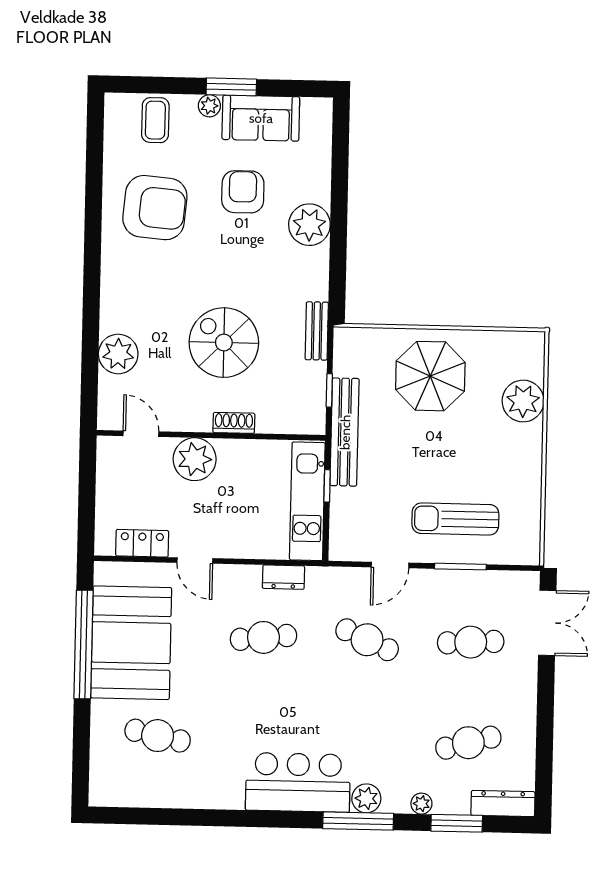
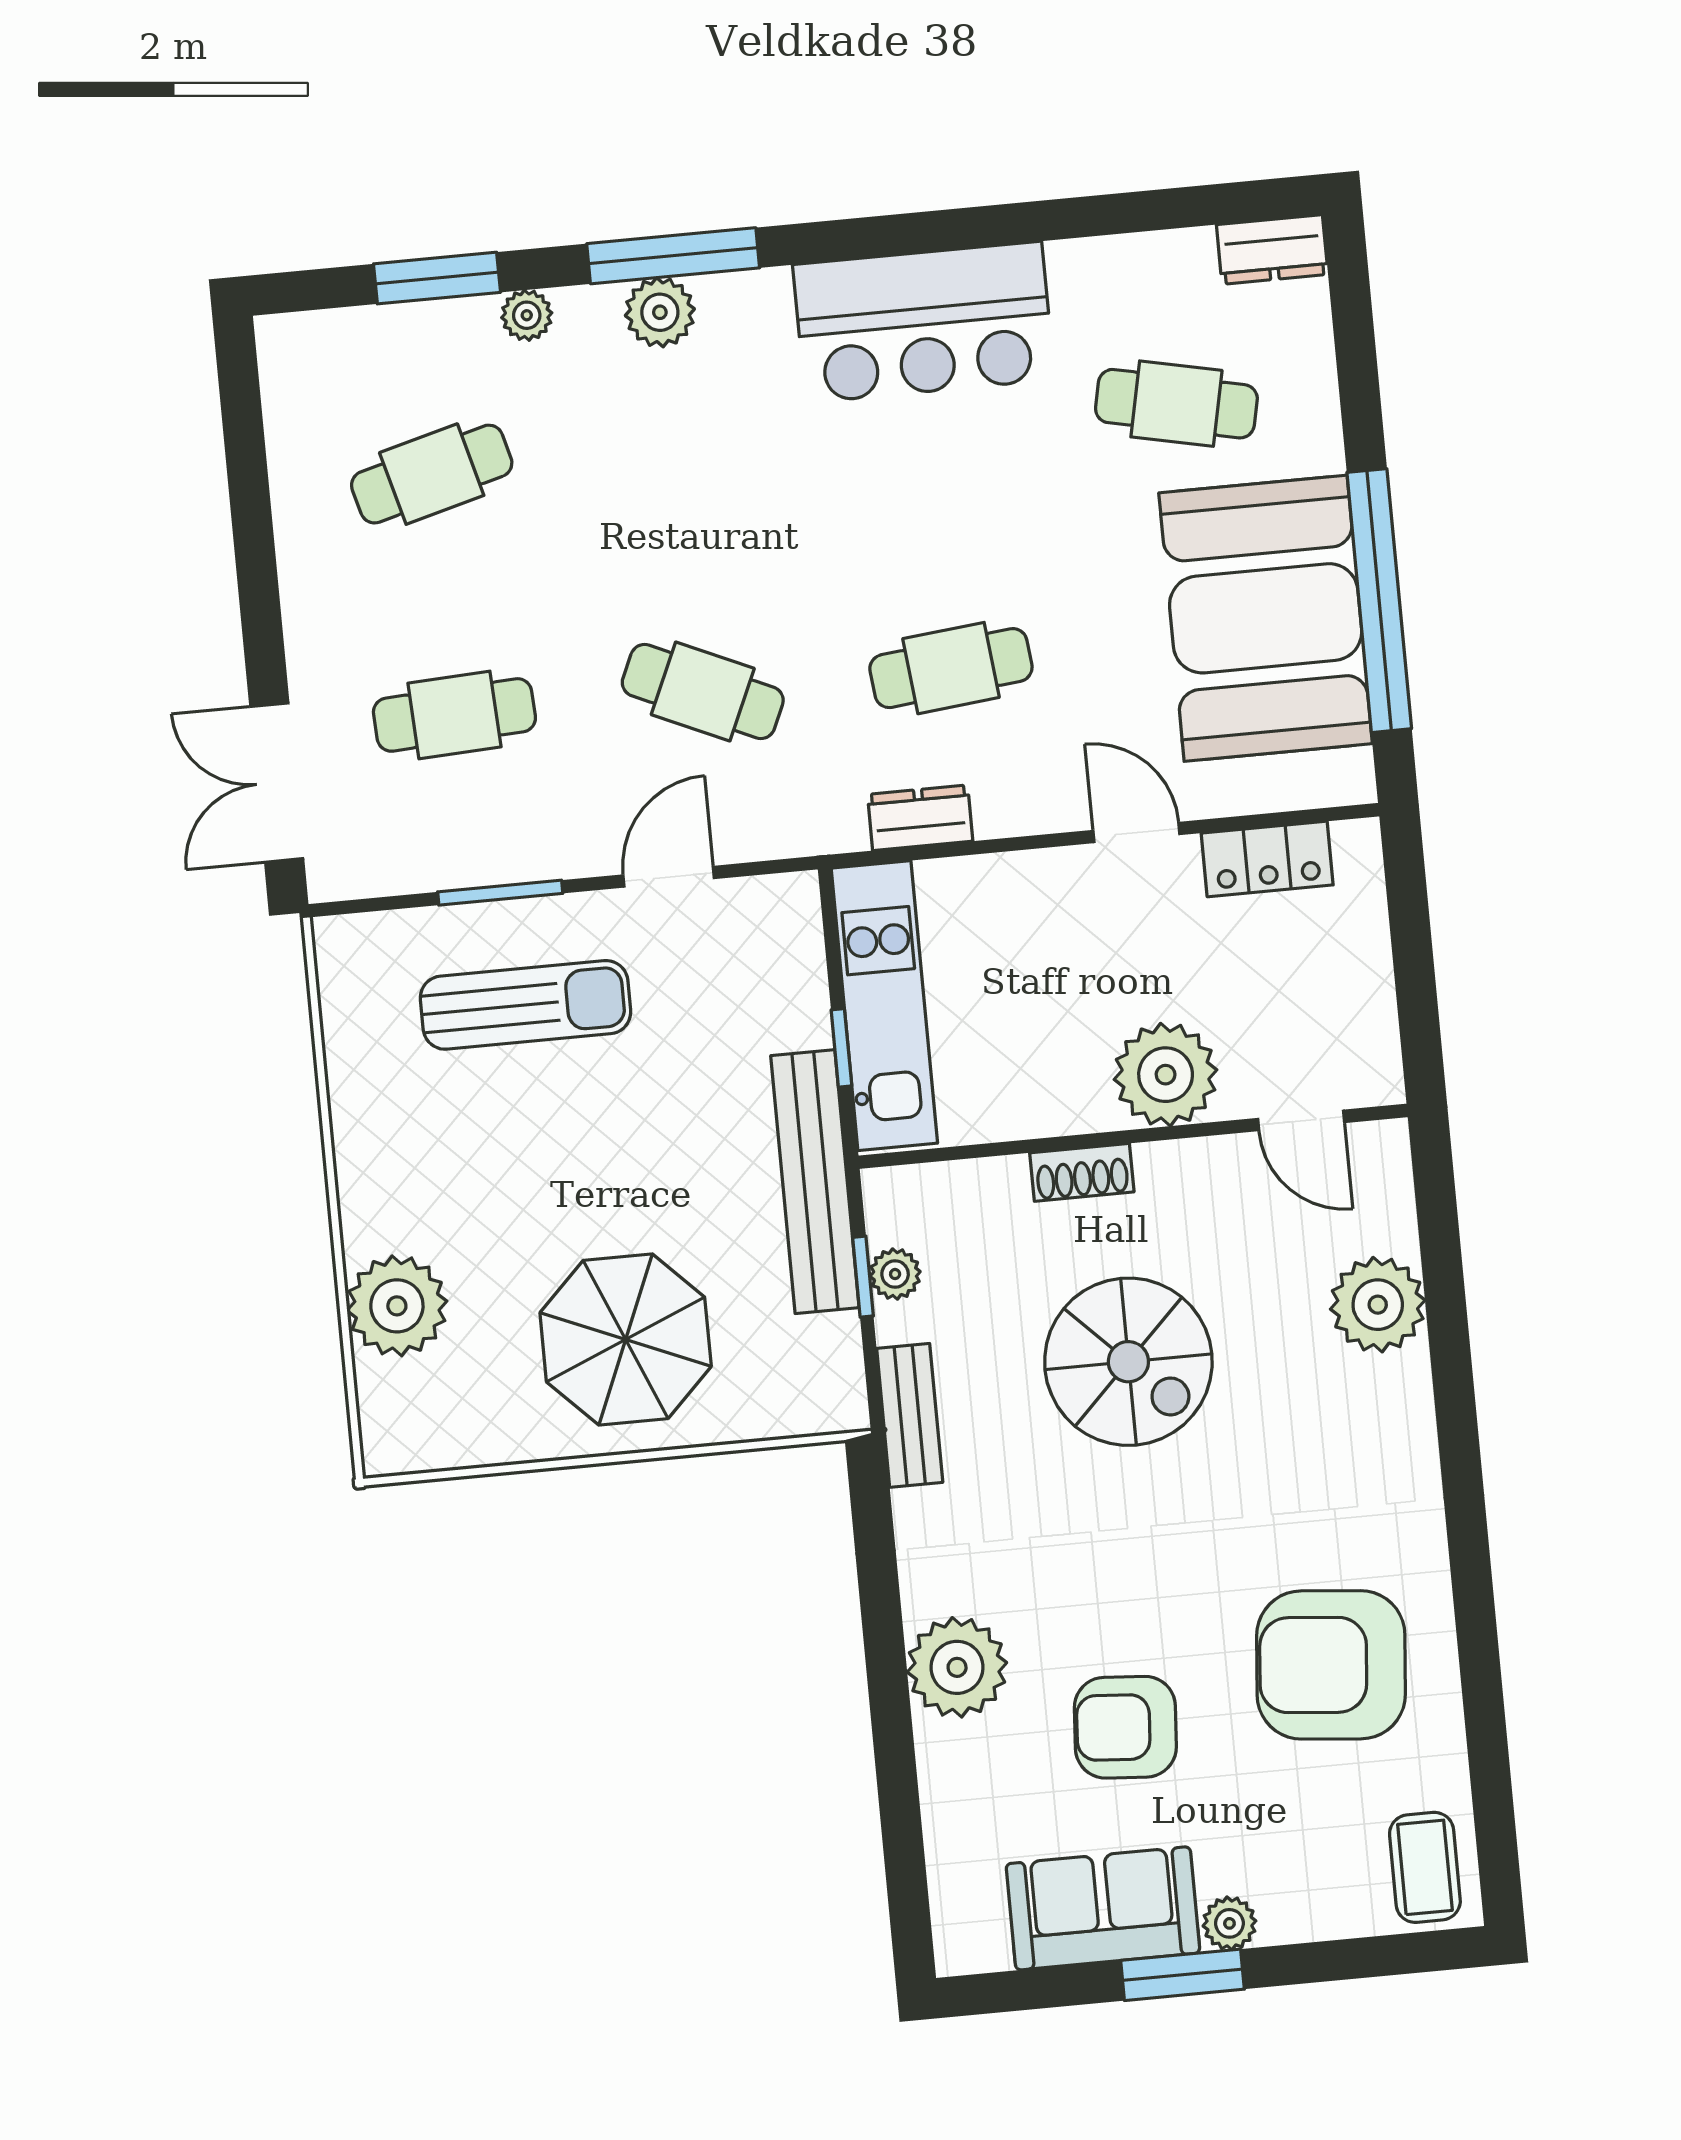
coffee table: (155, 120) -> (1425, 1867), moved
armchair: (243, 192) -> (1125, 1727), turned 94
plant: (316, 390) -> (895, 1274), added
bar counter: (298, 782) -> (924, 322), moved
dresser: (503, 803) -> (1272, 249), moved, width x0.70

